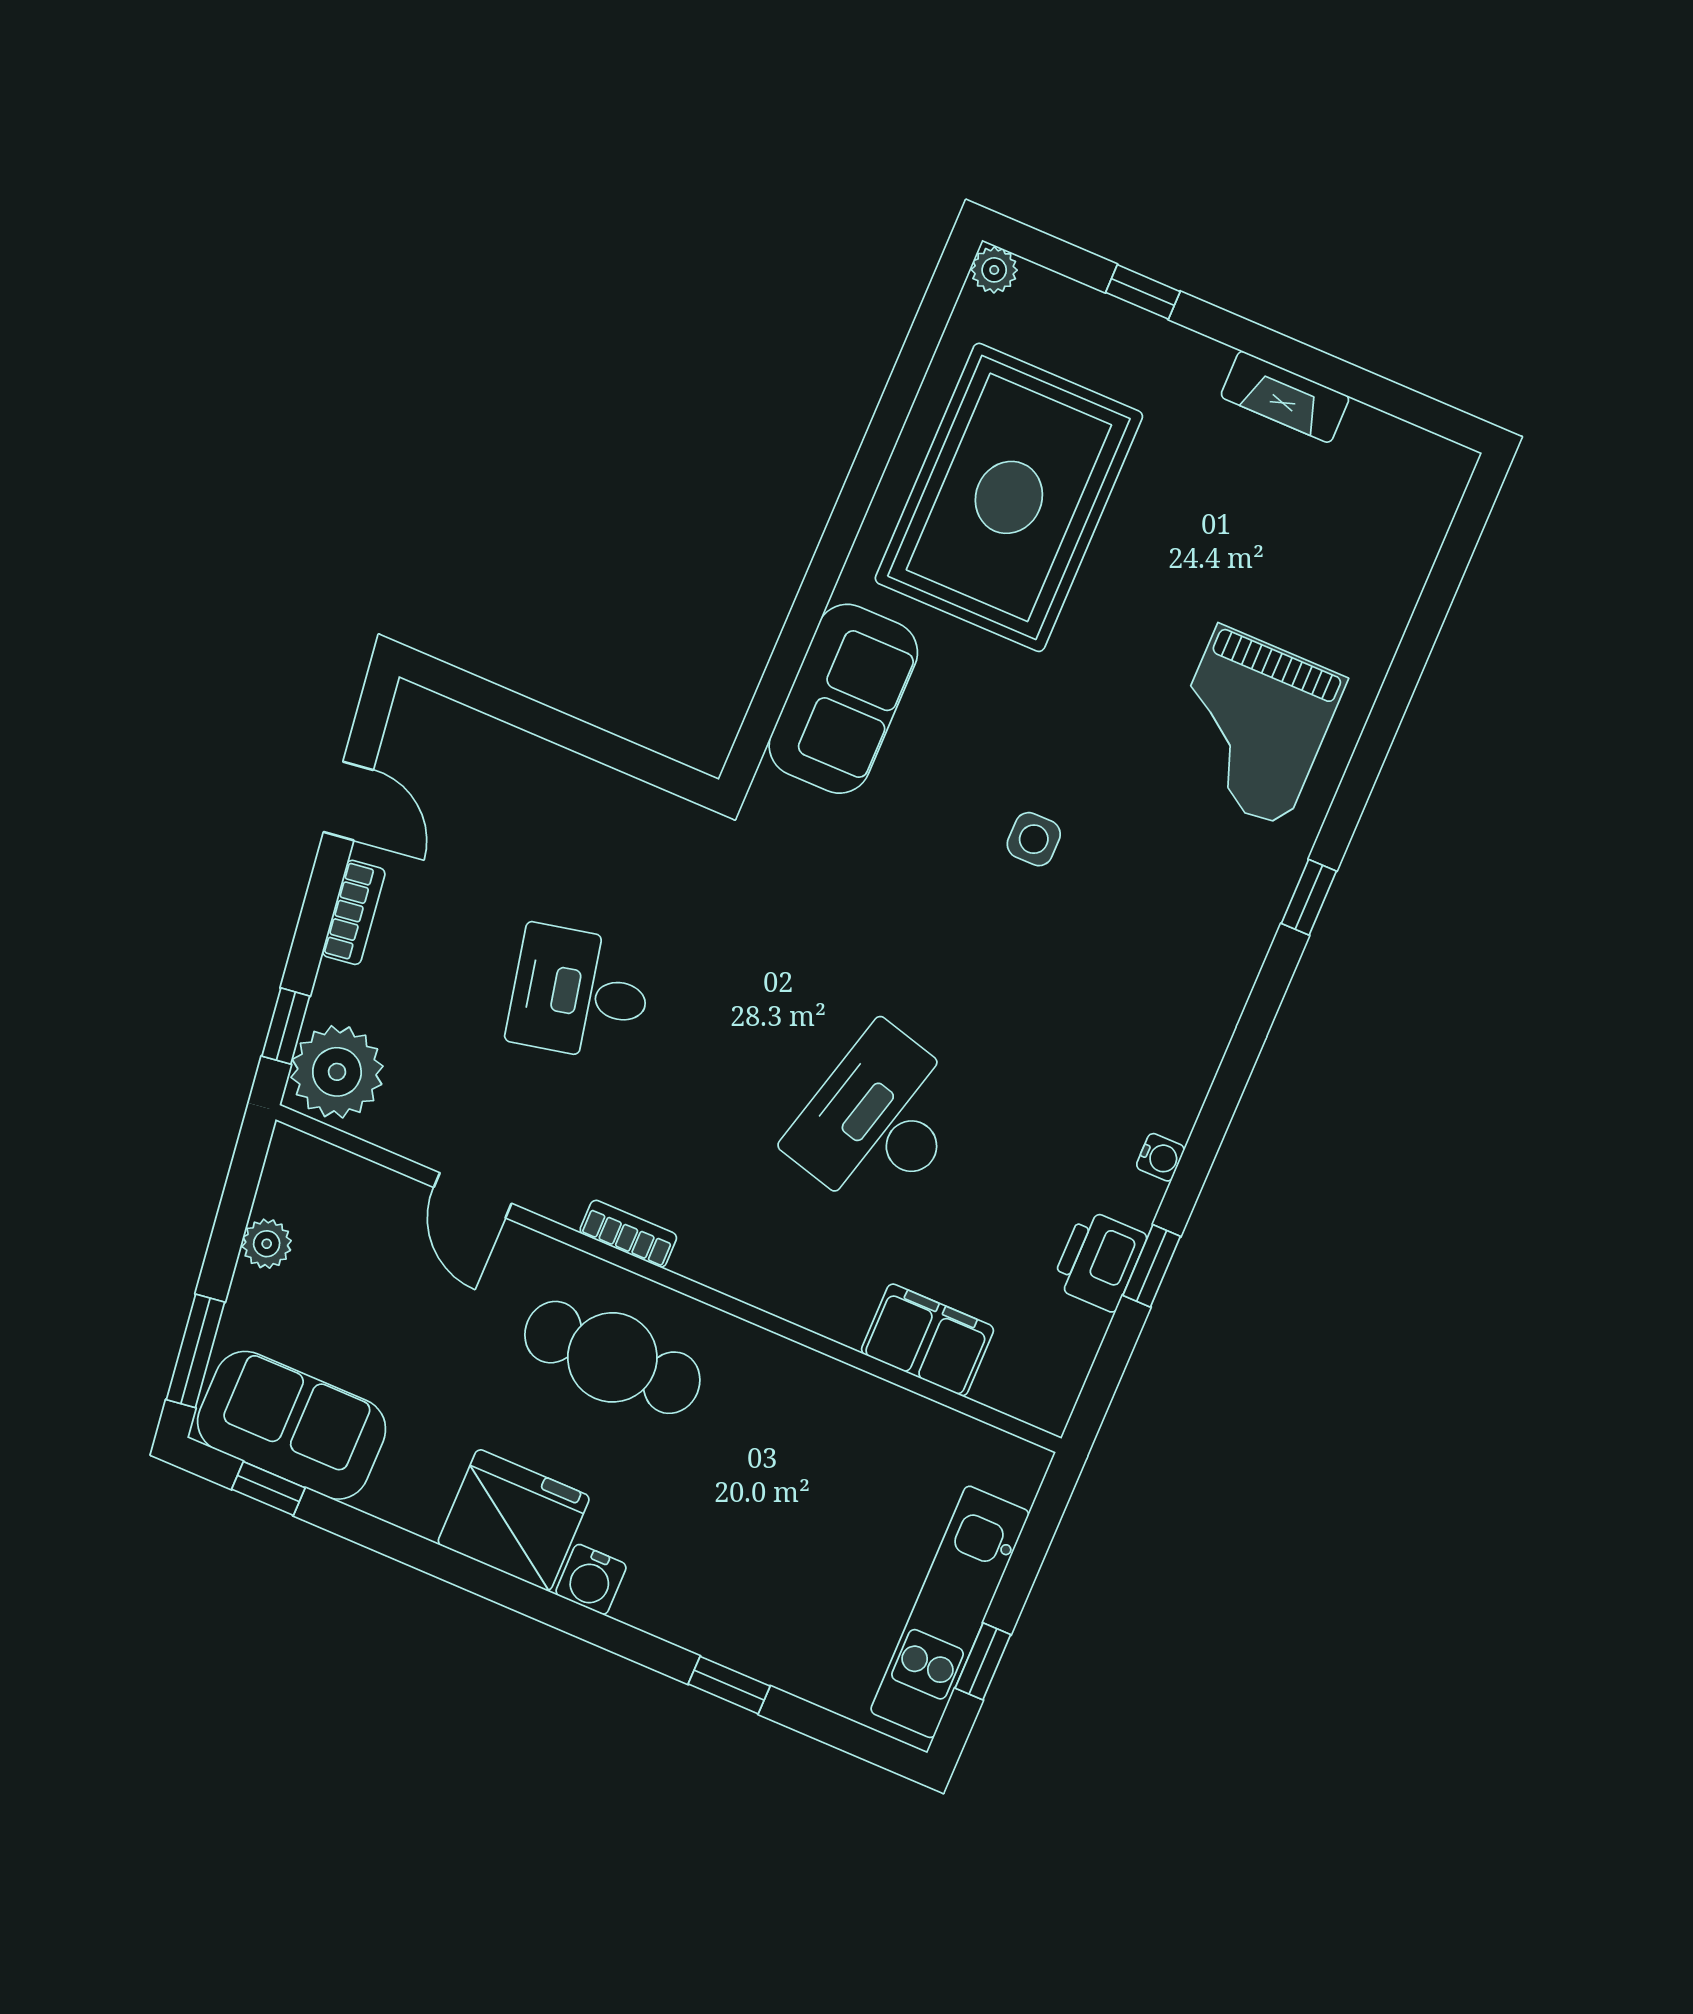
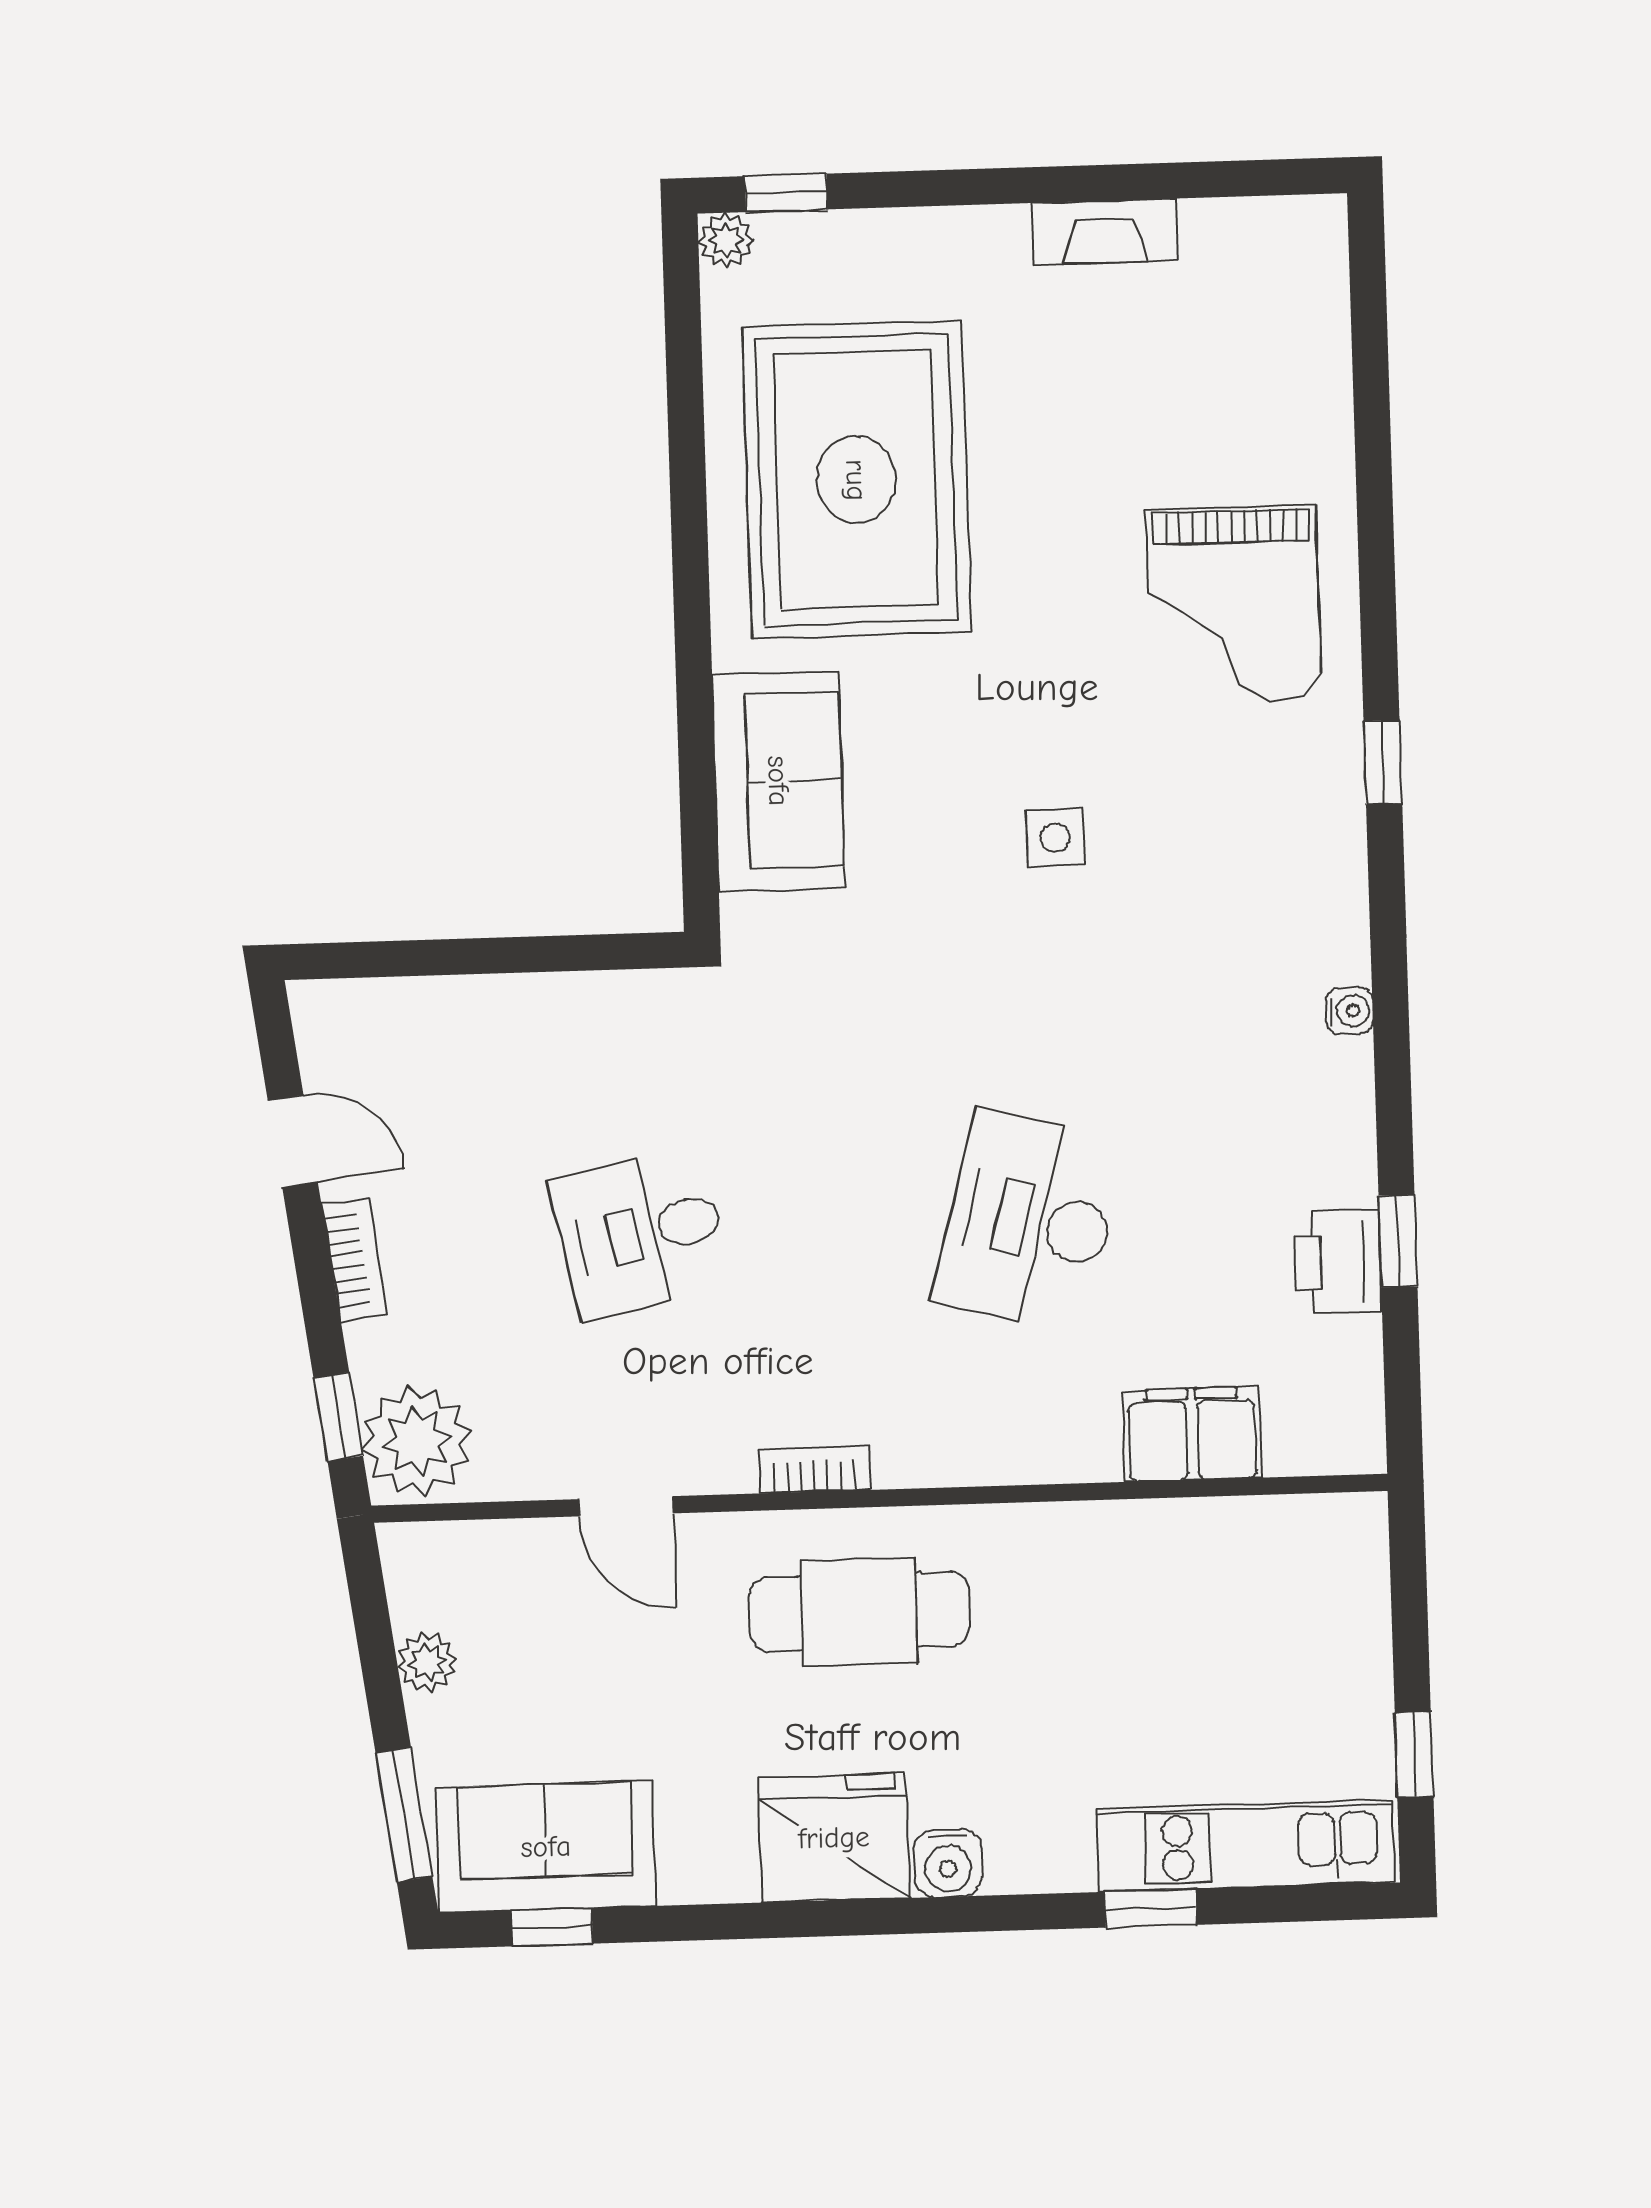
window: (1143, 292) -> (786, 193), moved
water cooler: (1160, 1157) -> (1349, 1011), moved
kitchen unit: (950, 1612) -> (1246, 1846), moved, turned 90

